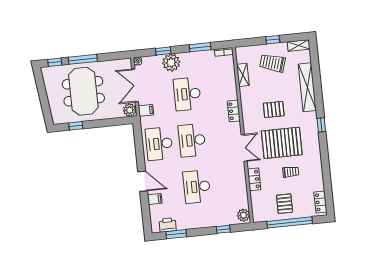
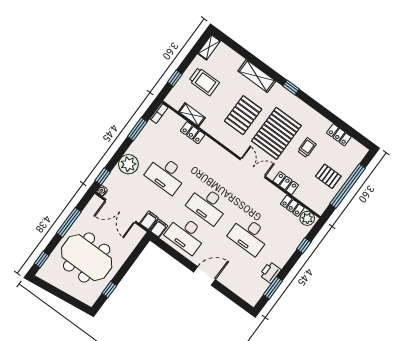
window: (273, 40) -> (175, 78), moved
window: (163, 51) -> (103, 176), moved
window: (83, 59) -> (69, 222), moved
trolley: (272, 63) -> (204, 82), turned -107
shelving: (307, 87) -> (257, 76), width x0.68
plant: (130, 110) -> (137, 234), removed
pallet: (274, 110) -> (243, 115), width x1.50, depth x1.42
locker: (234, 111) -> (193, 133), moved
locker: (243, 197) -> (292, 206), added
filing cabinet: (155, 199) -> (159, 228), moved
locker: (320, 202) -> (339, 135), moved
printer: (168, 225) -> (270, 272), moved

